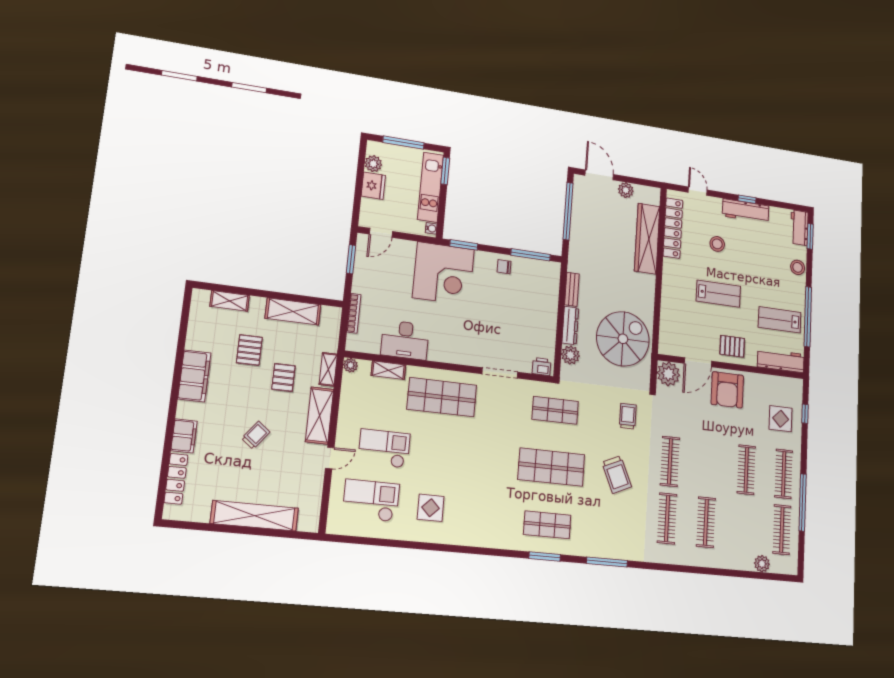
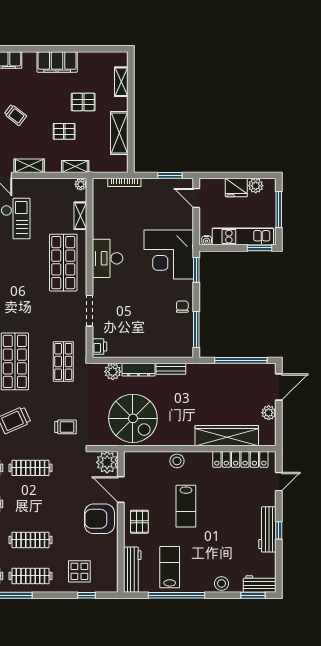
stool: (717, 244) -> (177, 461), moved
desk: (405, 340) -> (107, 258), moved
shelving: (320, 415) -> (29, 166), width x0.67, depth x0.75

